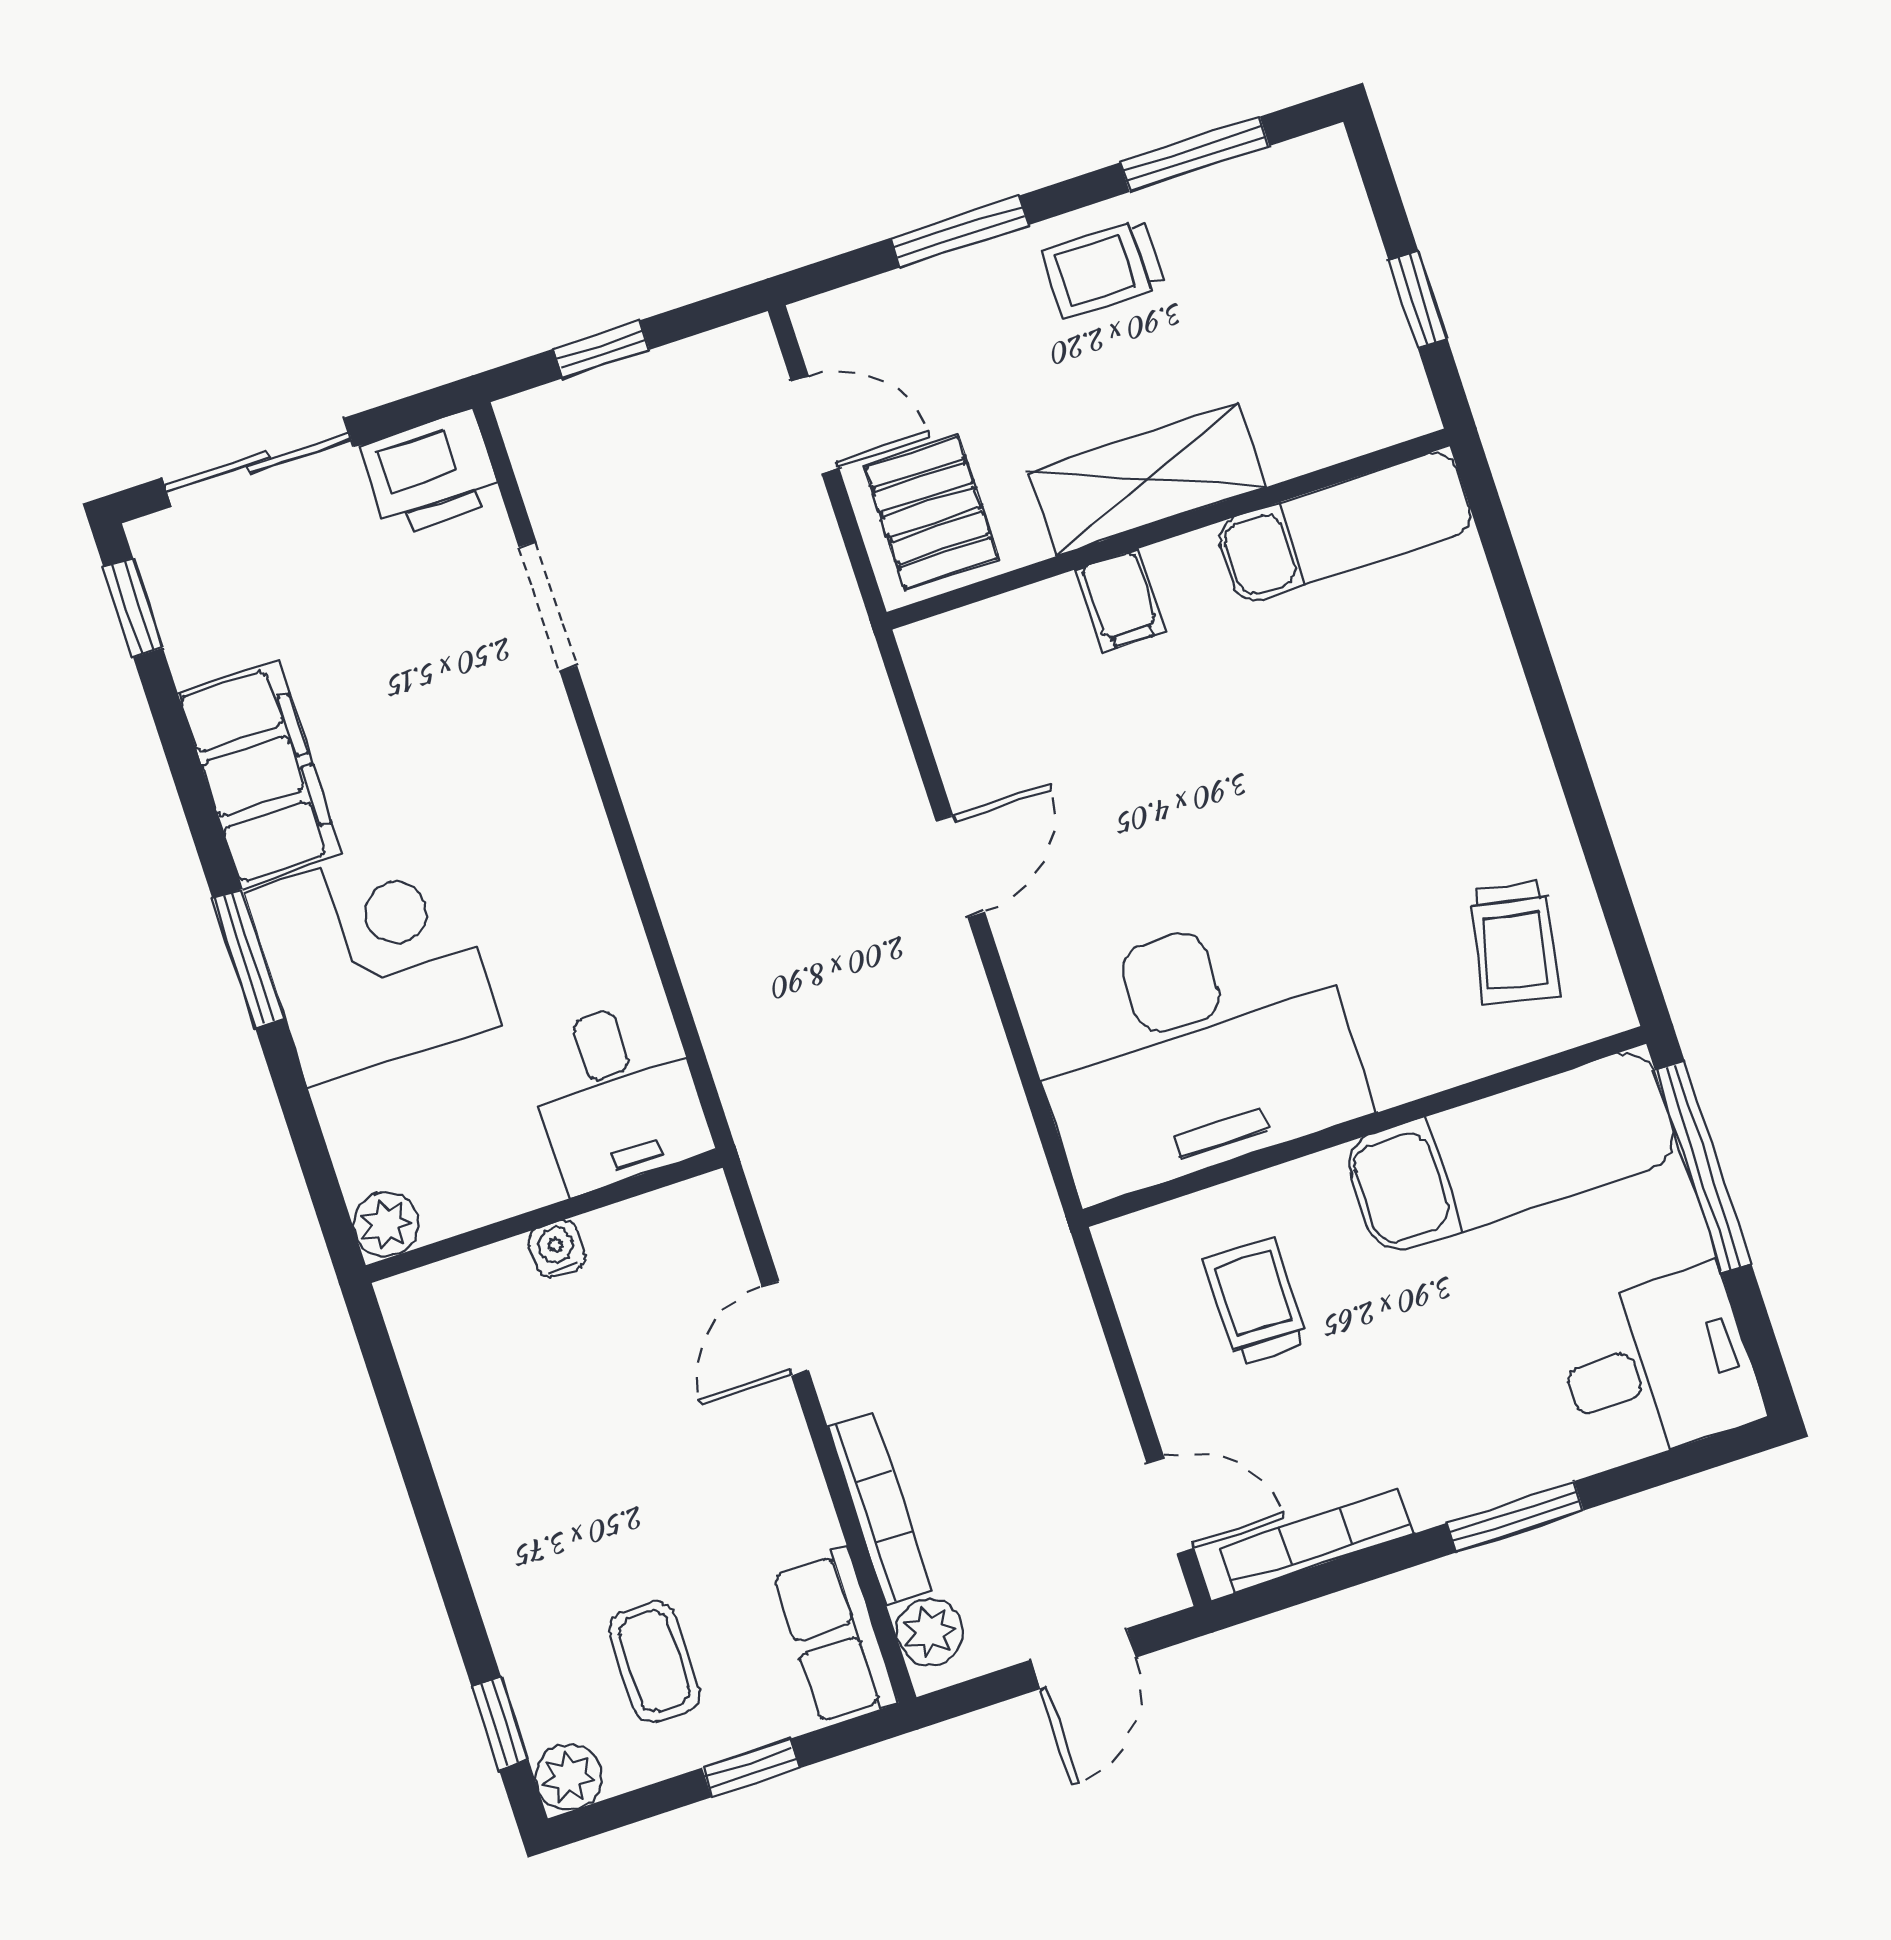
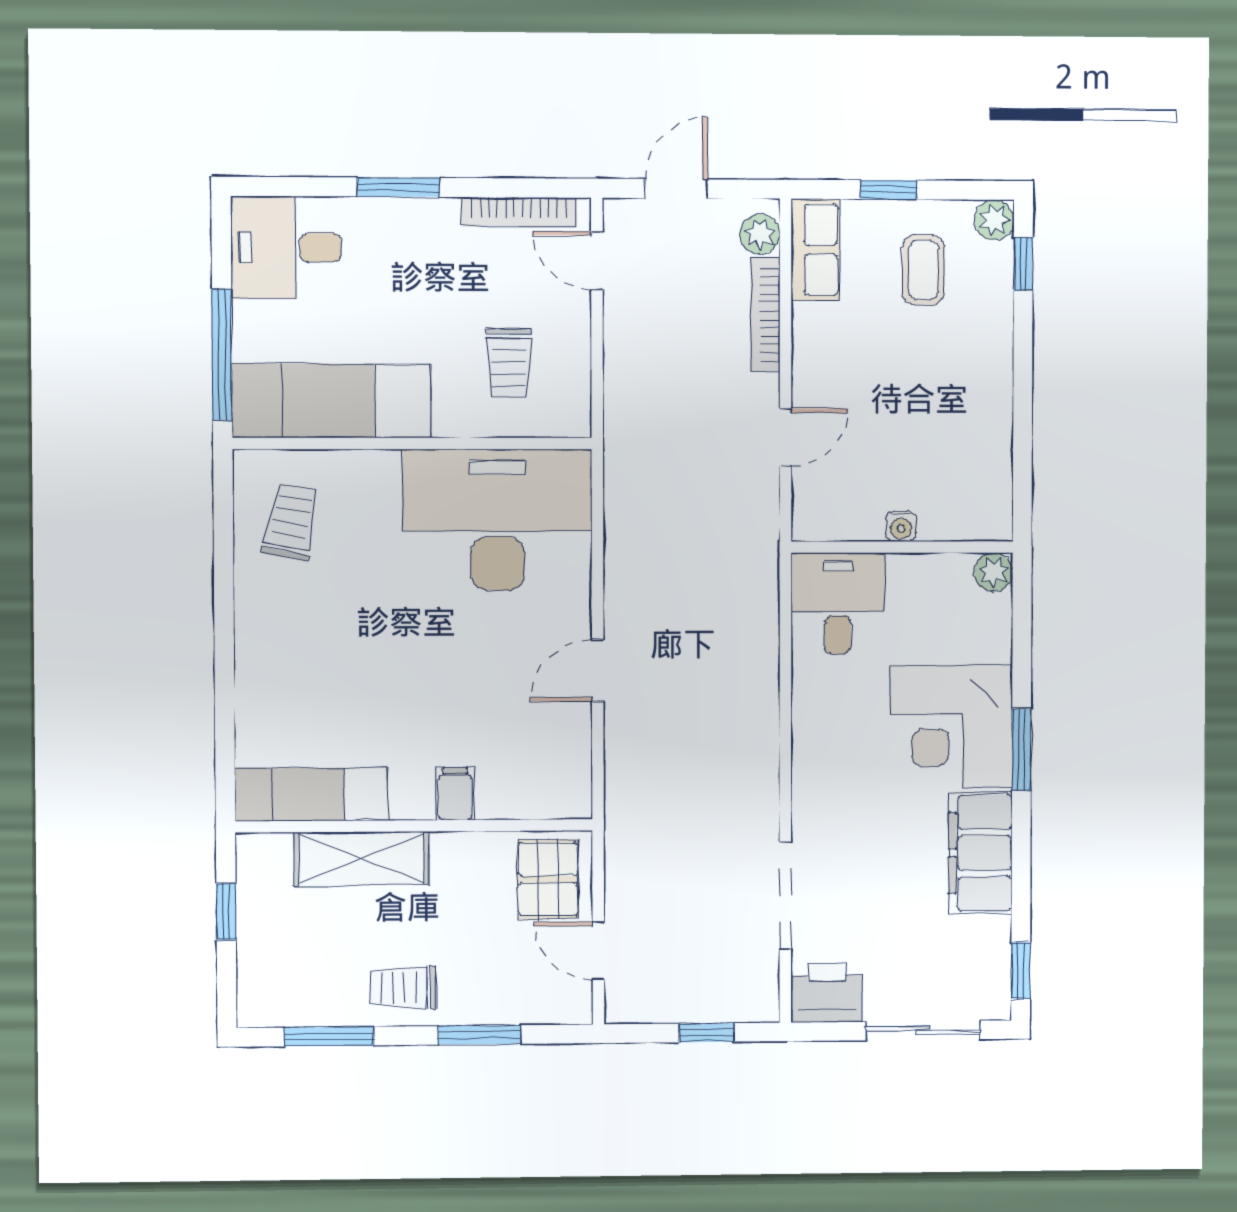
trolley: (1103, 268) -> (403, 988), turned 180
shelving: (1147, 480) -> (362, 859), moved
doorway: (548, 606) -> (785, 896), width x1.38

